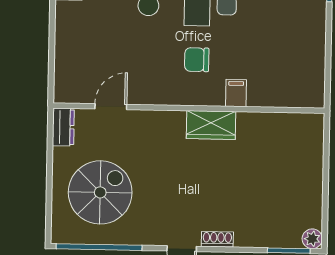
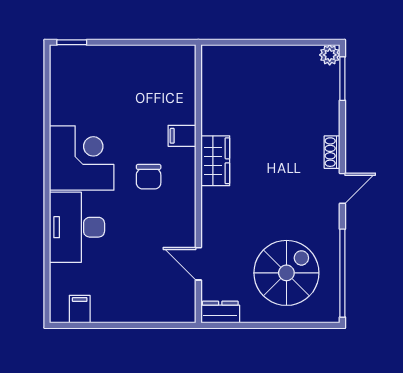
spiral stairs: (100, 192) -> (286, 273), turned 90

